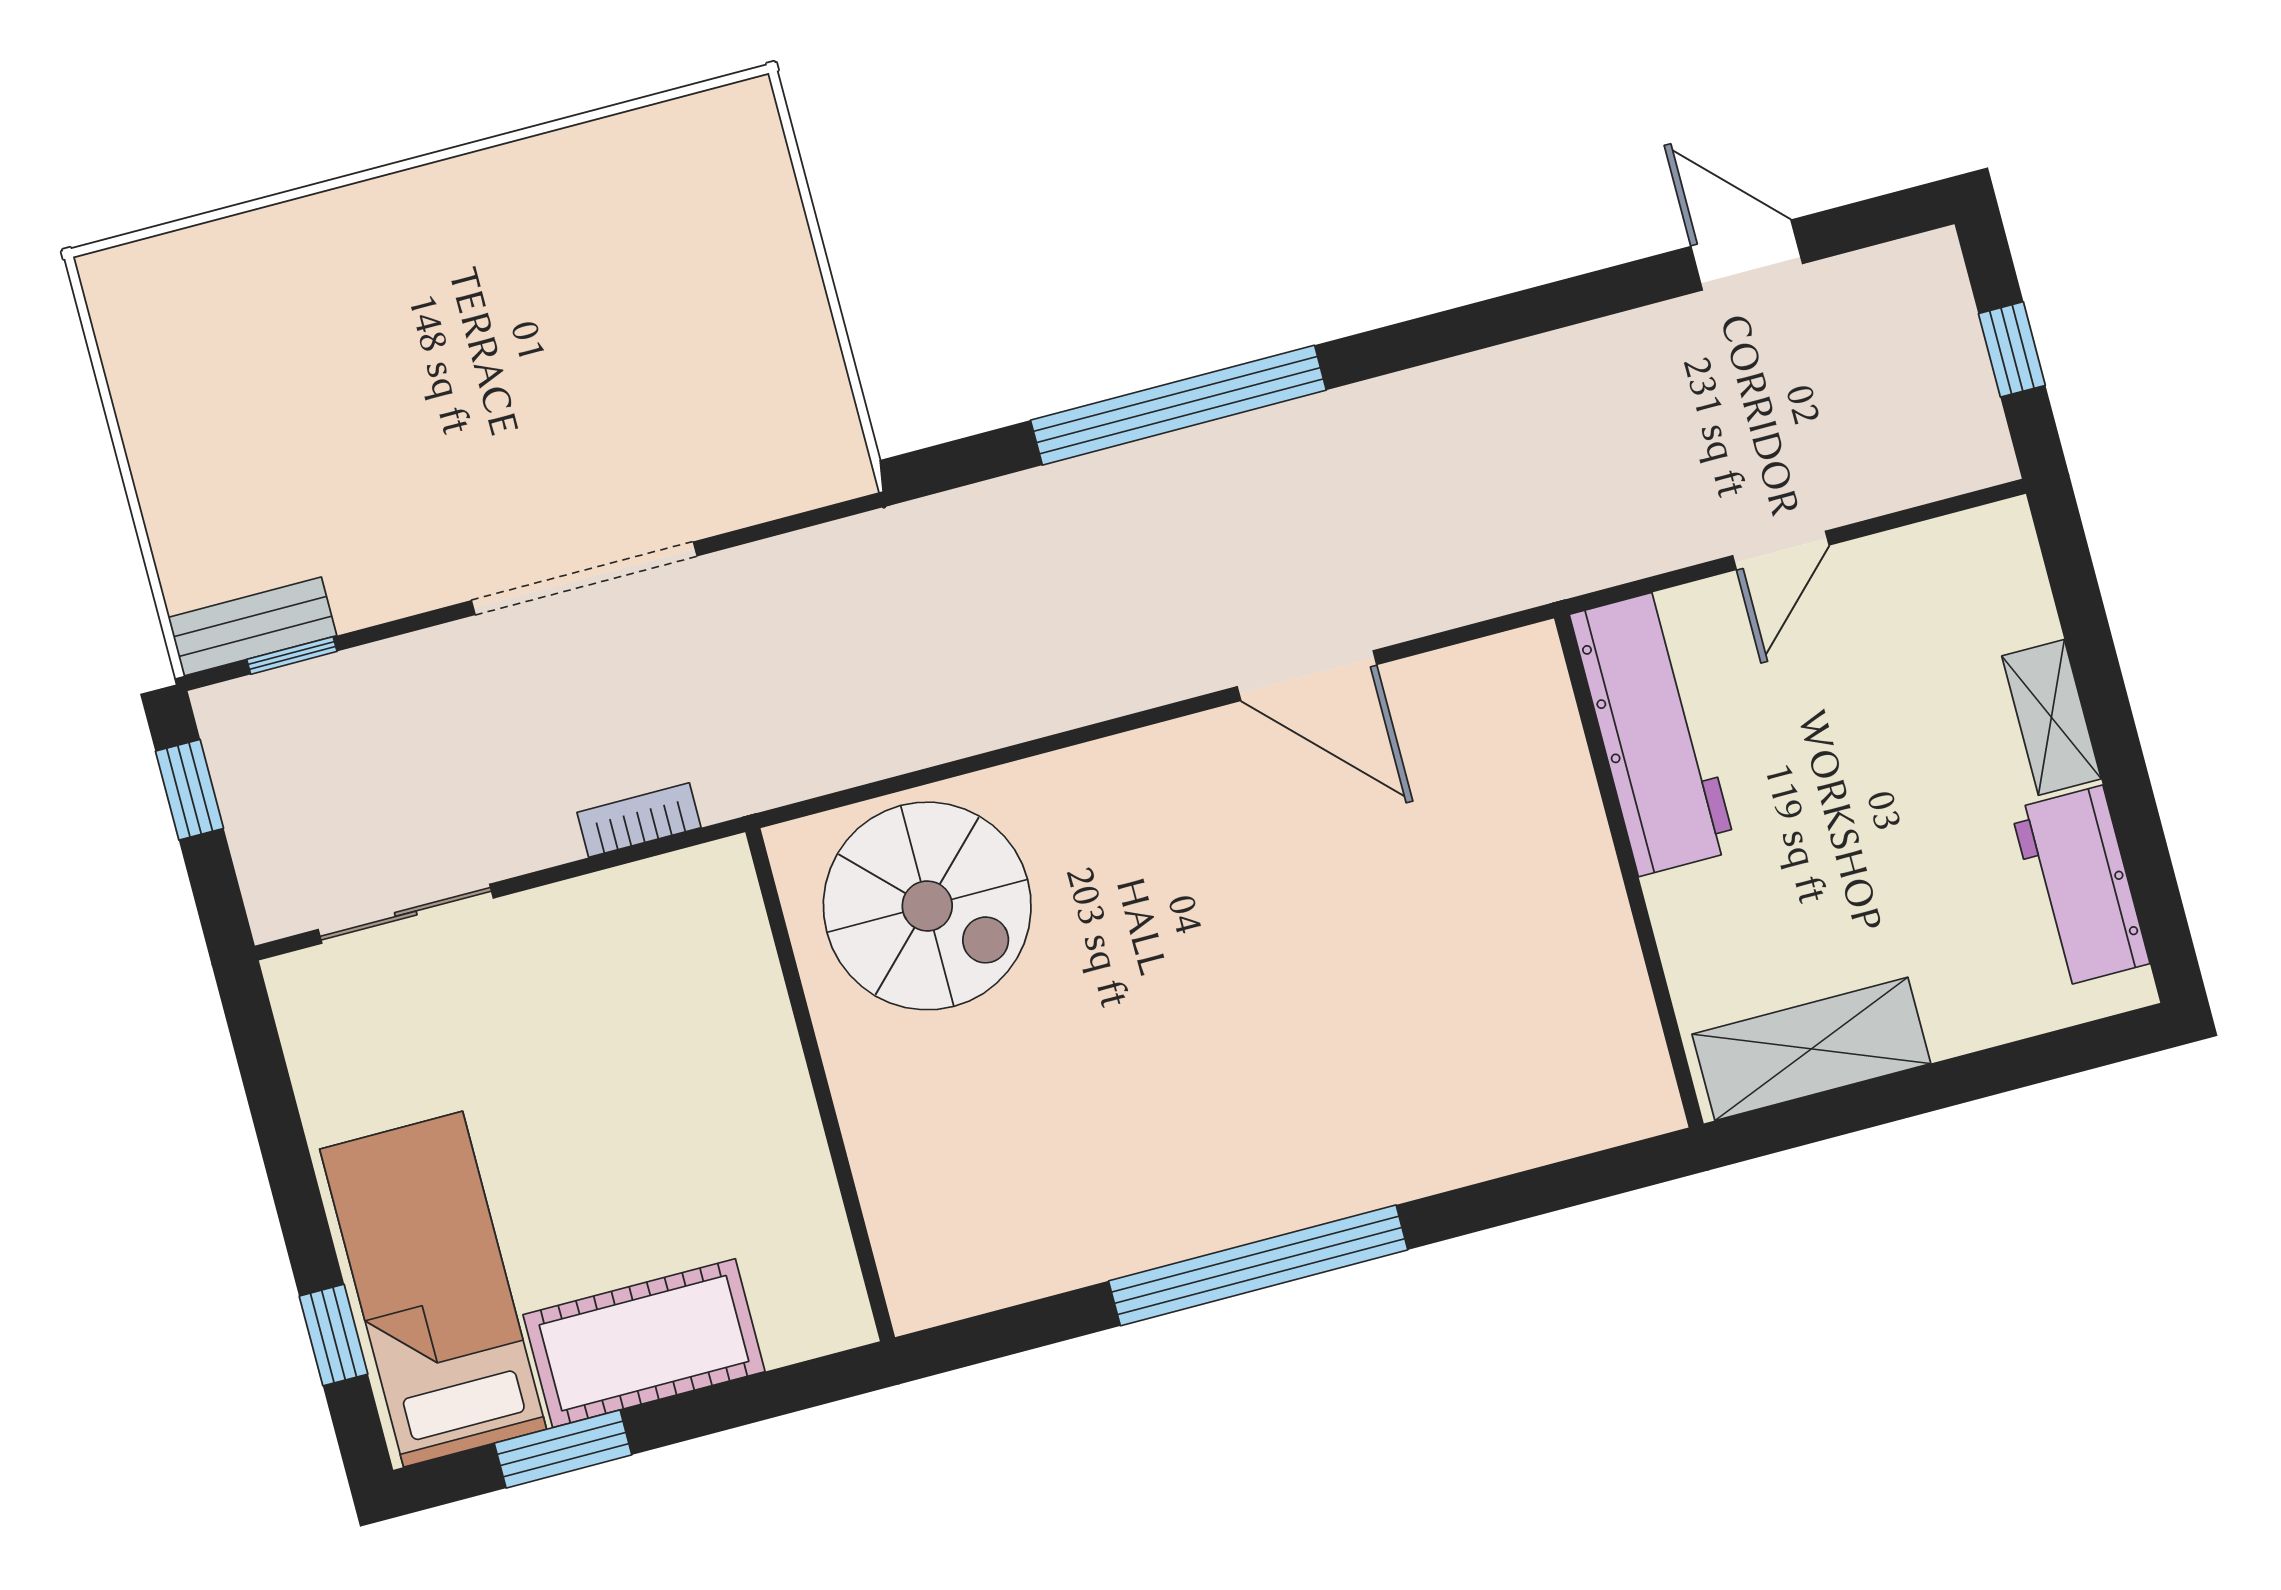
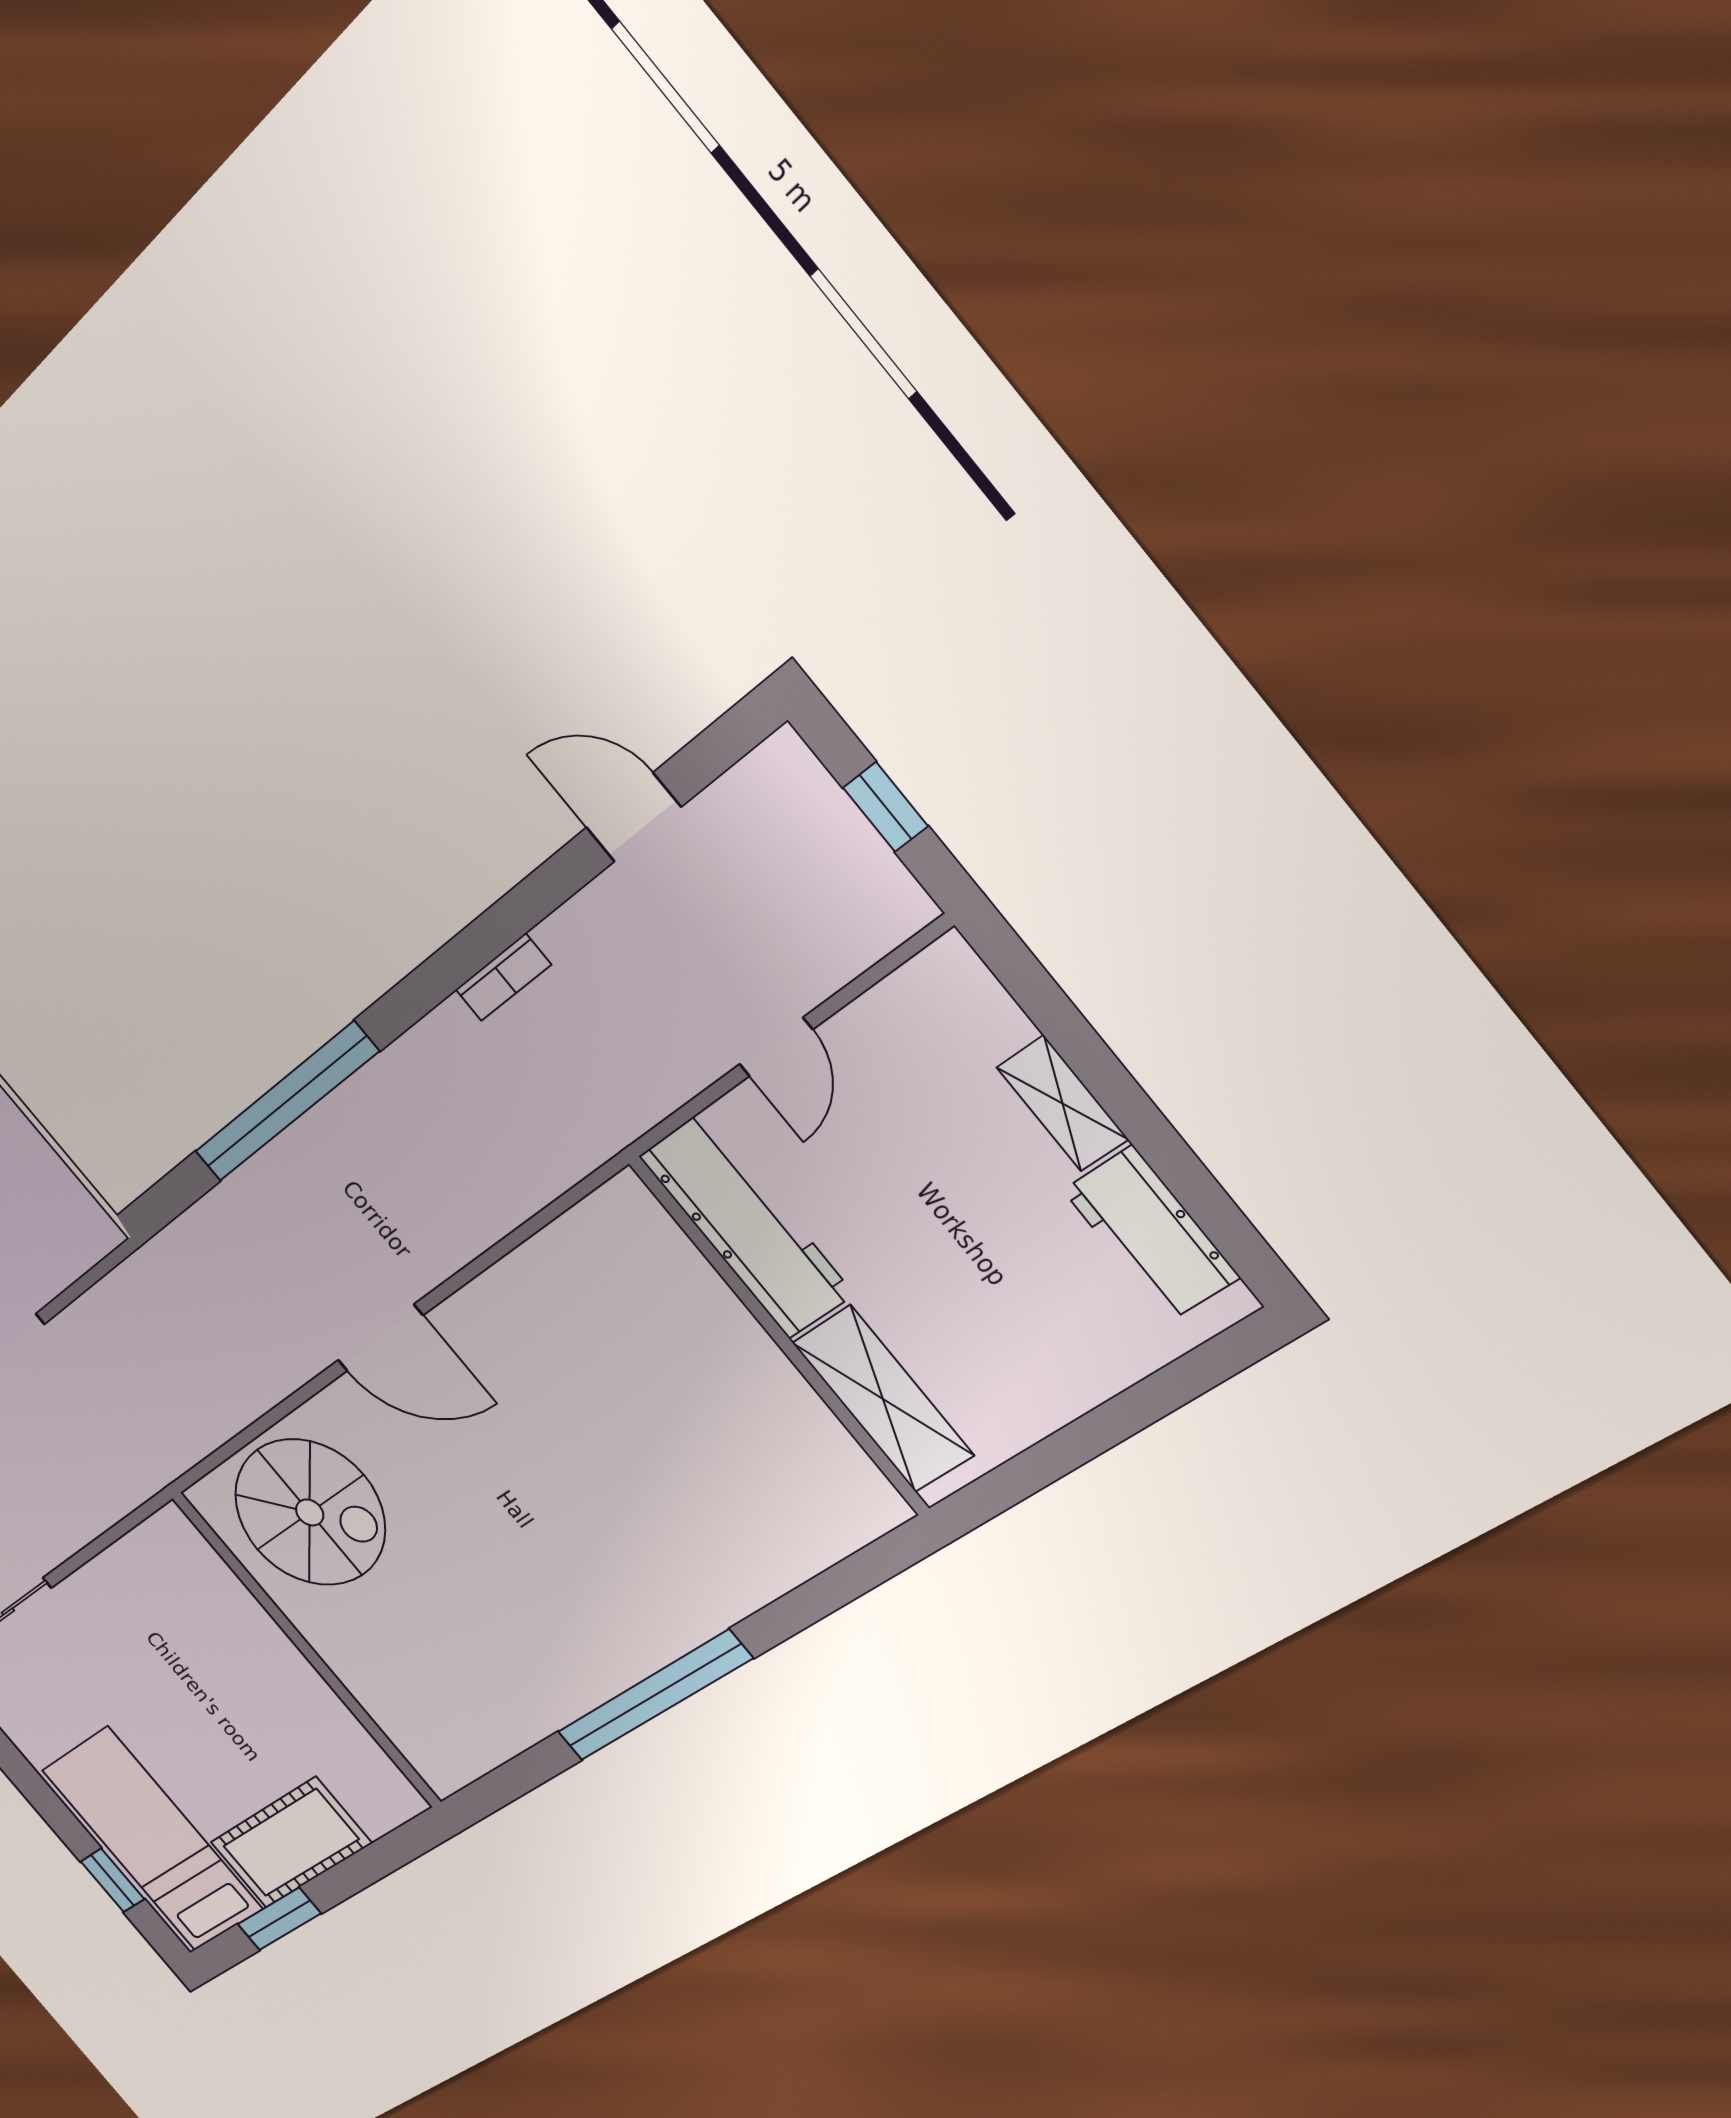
door: (1307, 676) -> (380, 1338), moved
bookcase: (639, 820) -> (503, 977), moved, turned 180
shelving: (1811, 1049) -> (883, 1399), moved, turned 90

